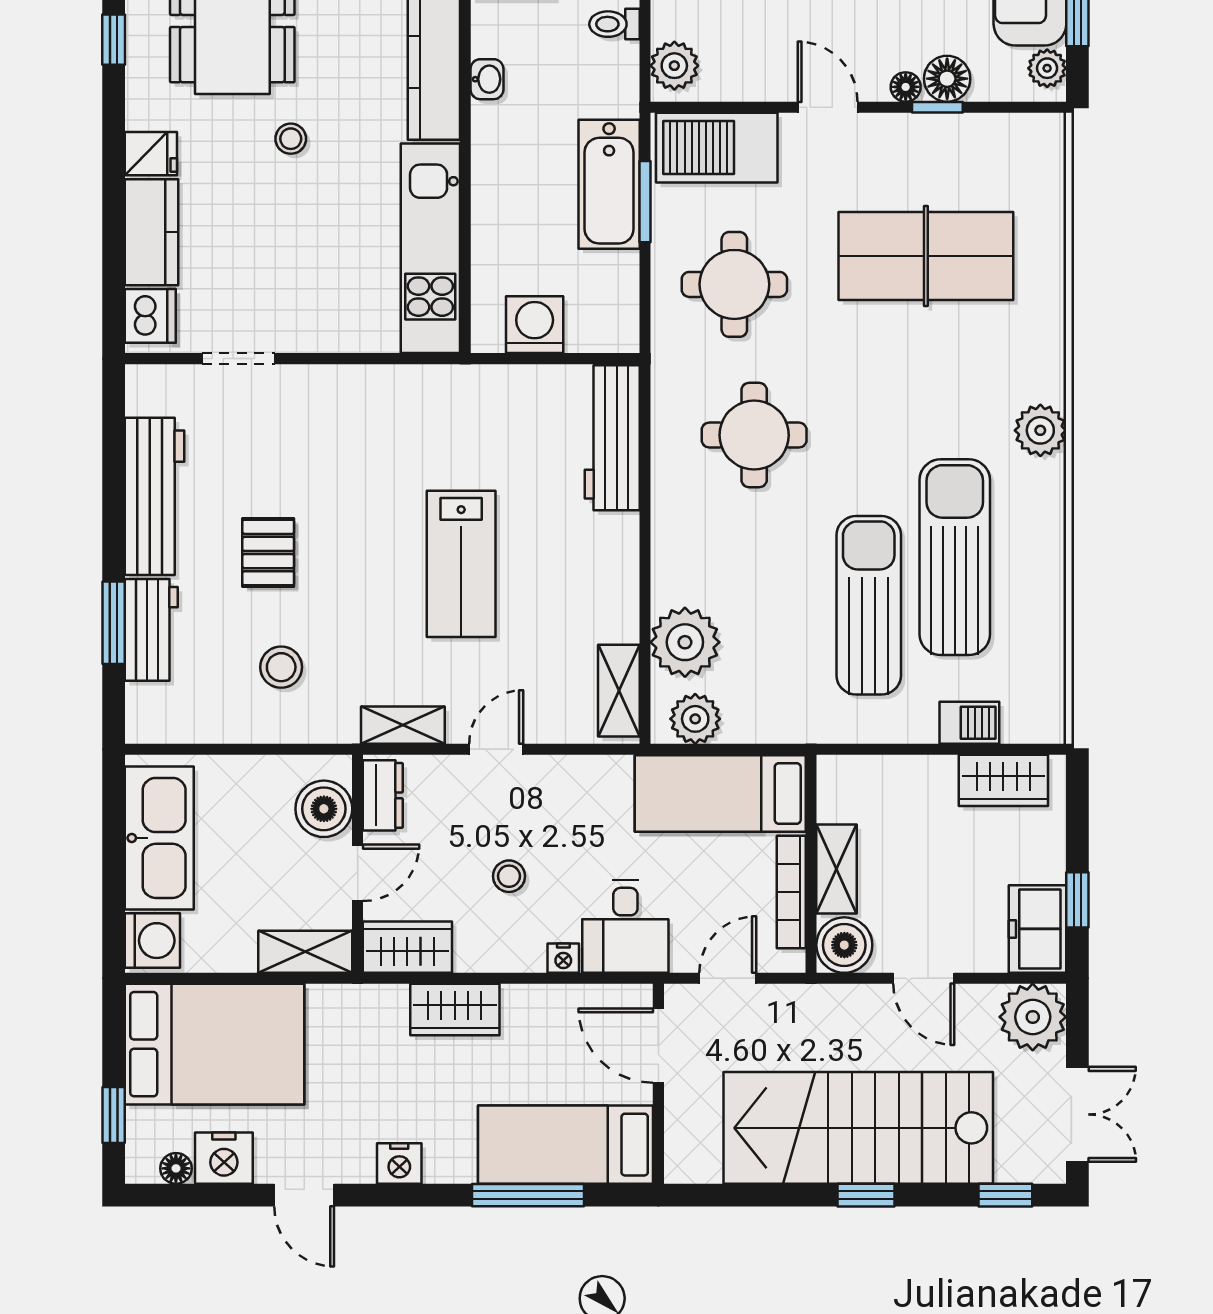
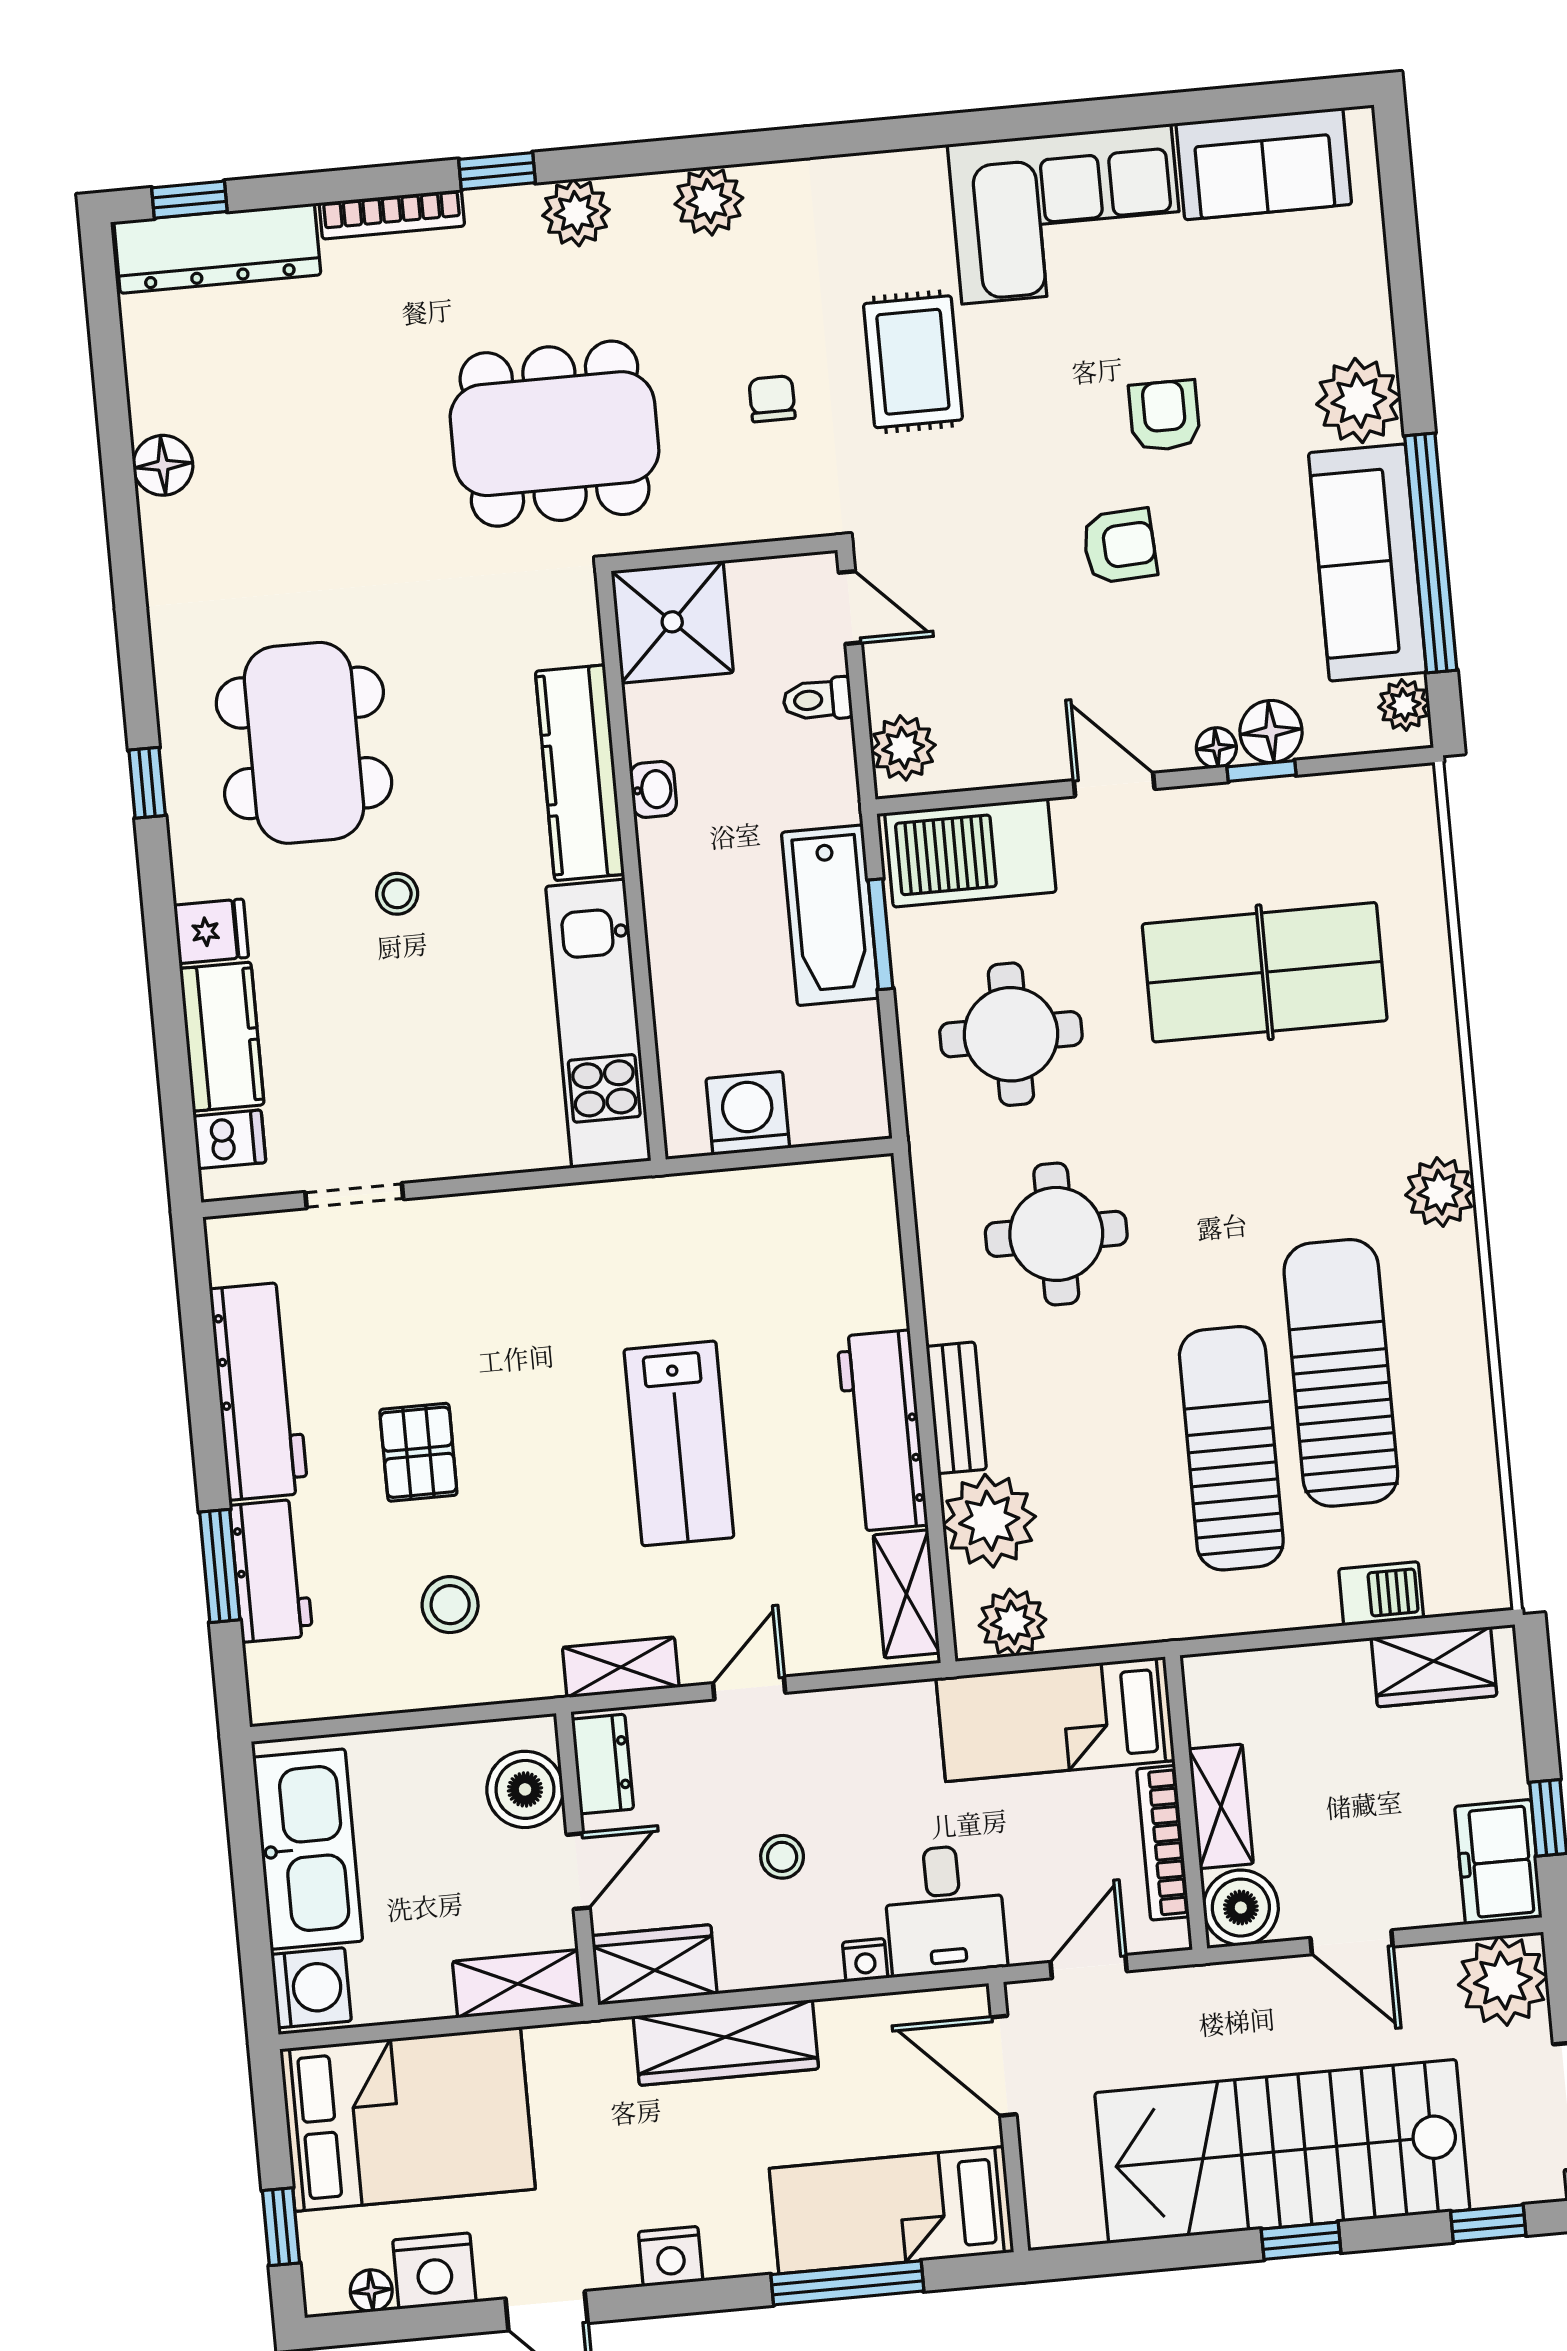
dishwasher: (150, 316) -> (230, 1139), width x0.73
workbench: (612, 438) -> (882, 1431), moved
bench: (668, 557) -> (956, 1408), added
wardrobe: (455, 1009) -> (726, 2043), width x1.50

